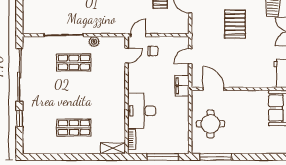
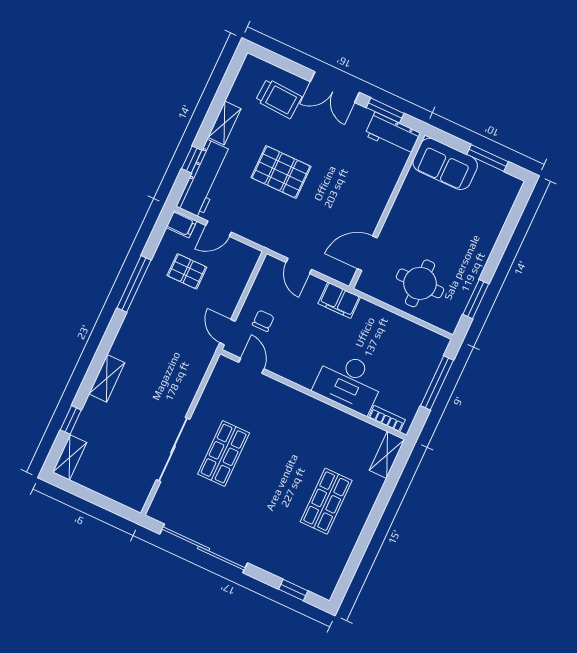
plant: (94, 42) -> (205, 407), removed
window: (19, 118) -> (293, 590), moved
window: (216, 157) -> (476, 299), width x0.69

